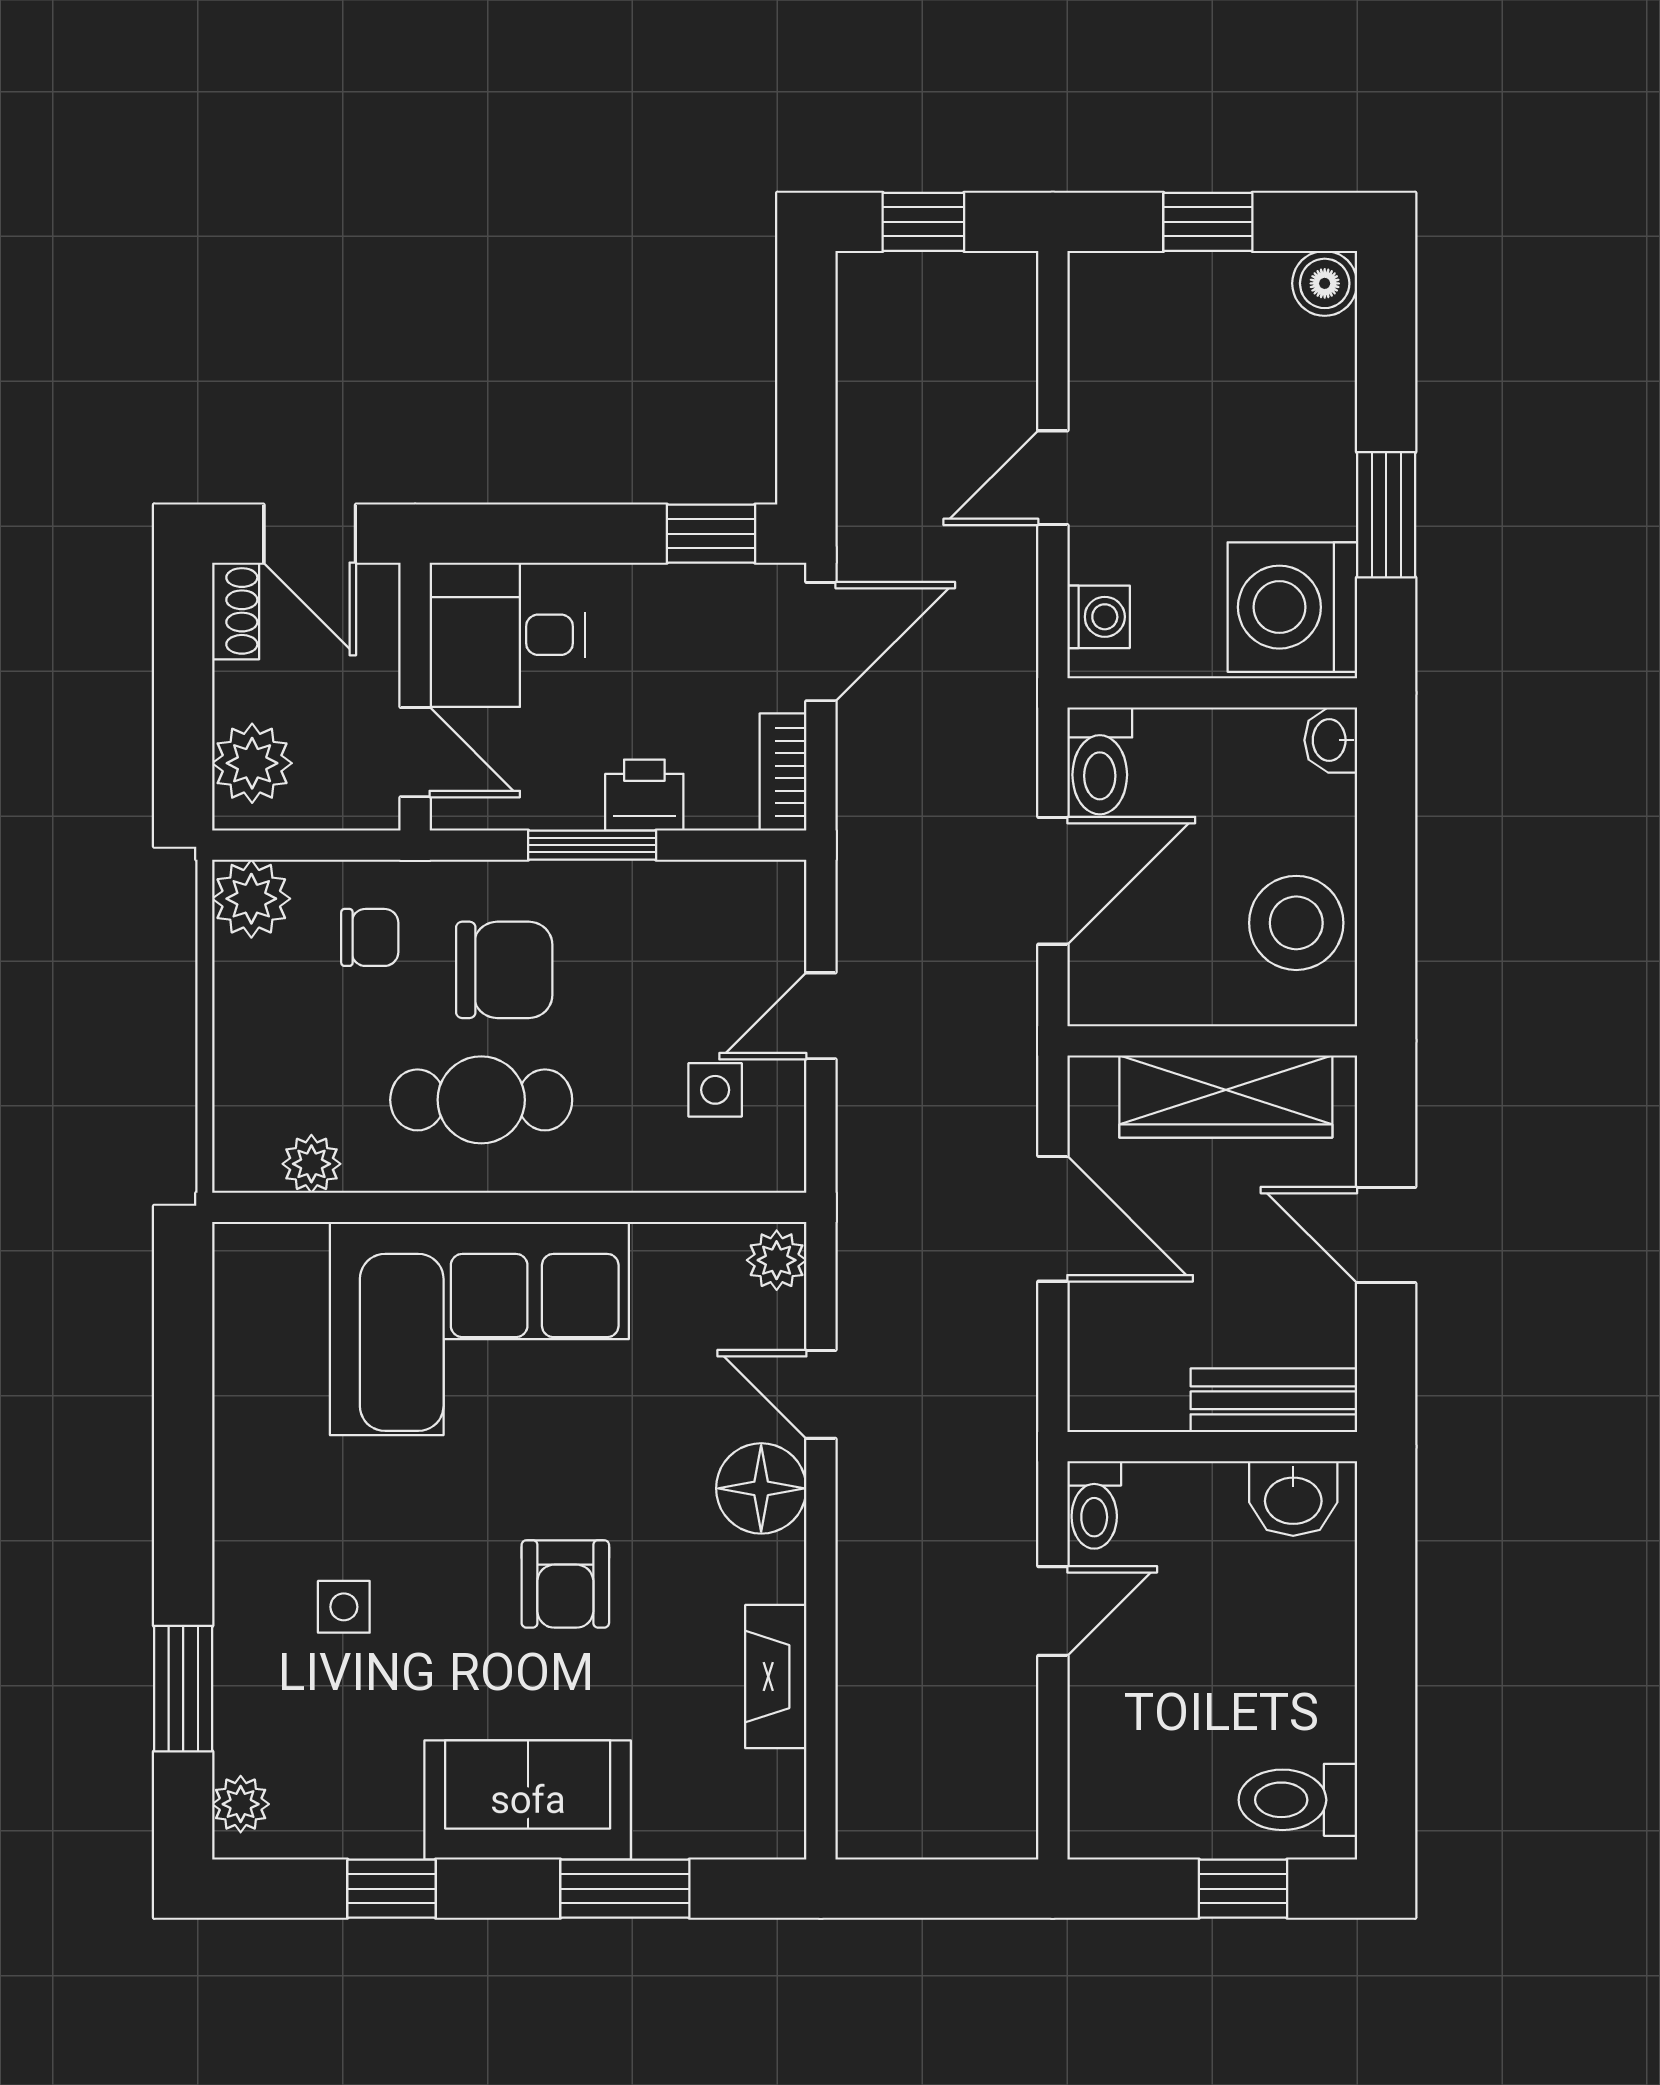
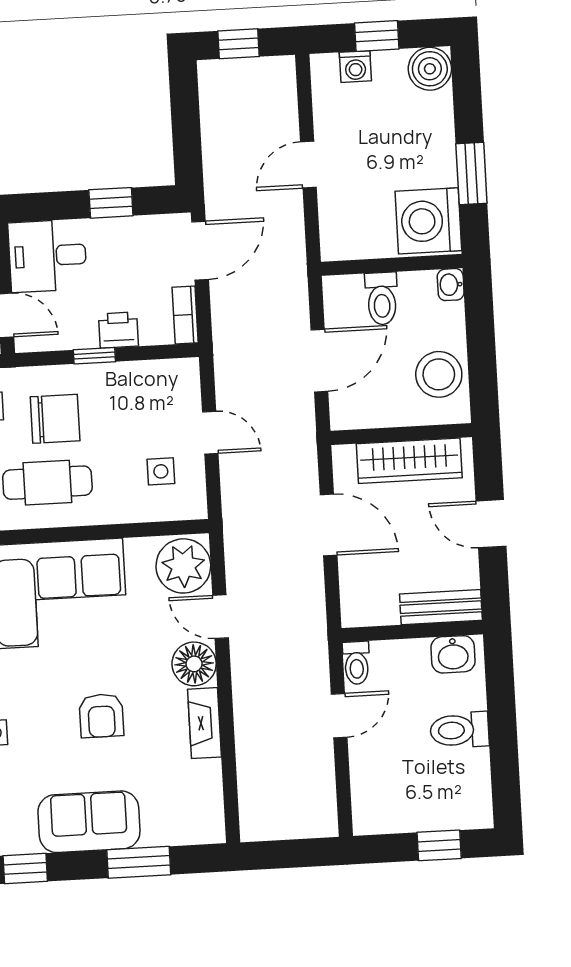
boiler: (1325, 283) -> (430, 69), width x1.36, depth x1.36
window: (711, 534) -> (111, 203), moved
washing machine: (1099, 617) -> (355, 67), moved, turned 90
toilet: (1100, 761) -> (382, 299), moved
window: (592, 845) -> (94, 356), width x0.67
door: (821, 1016) -> (210, 433), swing flipped
plant: (777, 1260) -> (183, 566), width x1.88, depth x1.88
fireplace: (776, 1677) -> (205, 723), moved
toilet: (1298, 1800) -> (459, 730), moved

